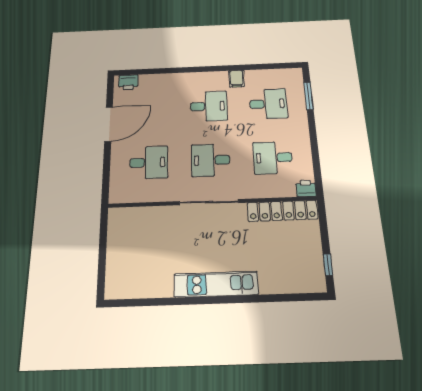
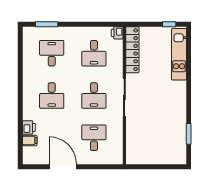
filing cabinet: (237, 79) -> (30, 141), moved
printer: (128, 82) -> (29, 127), moved
desk: (209, 106) -> (52, 95), turned 180
kitchen unit: (216, 284) -> (179, 54), moved
window: (153, 302) -> (189, 134), added

